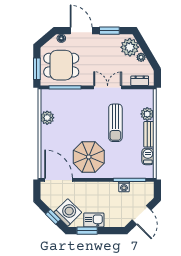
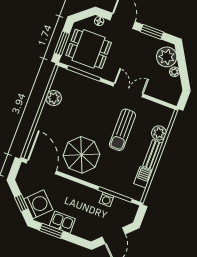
dresser: (140, 81) -> (164, 96), removed

